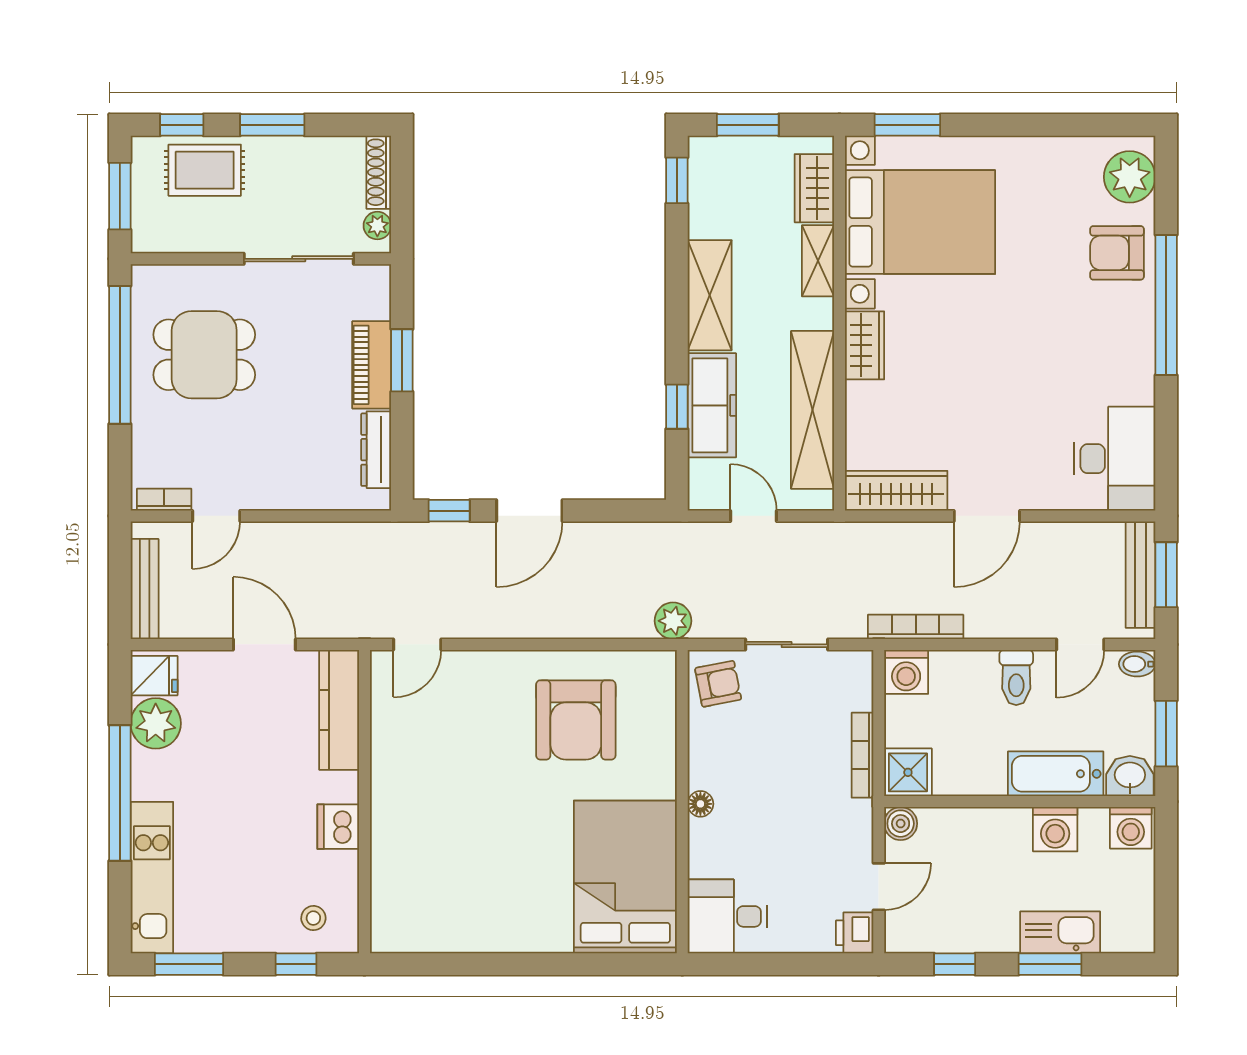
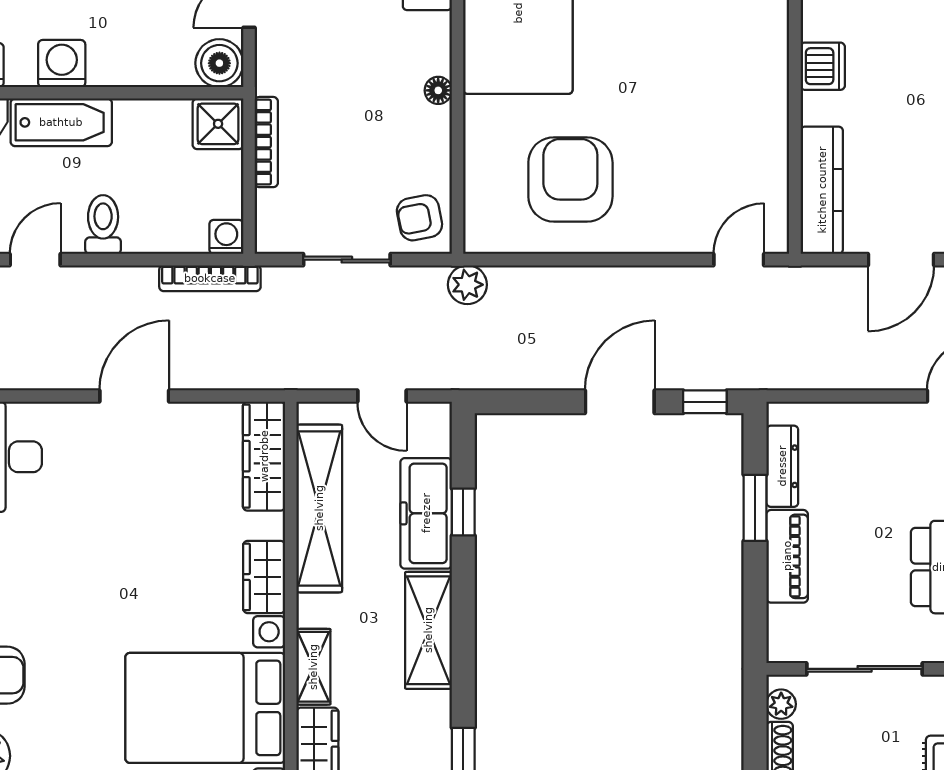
window: (402, 360) -> (755, 508), moved
wardrobe: (896, 491) -> (264, 456), moved, turned 90
door: (264, 644) -> (901, 260), hinge flipped
washing machine: (906, 672) -> (226, 237), width x0.73, depth x0.73
boiler: (901, 824) -> (219, 63), width x1.36, depth x1.36

